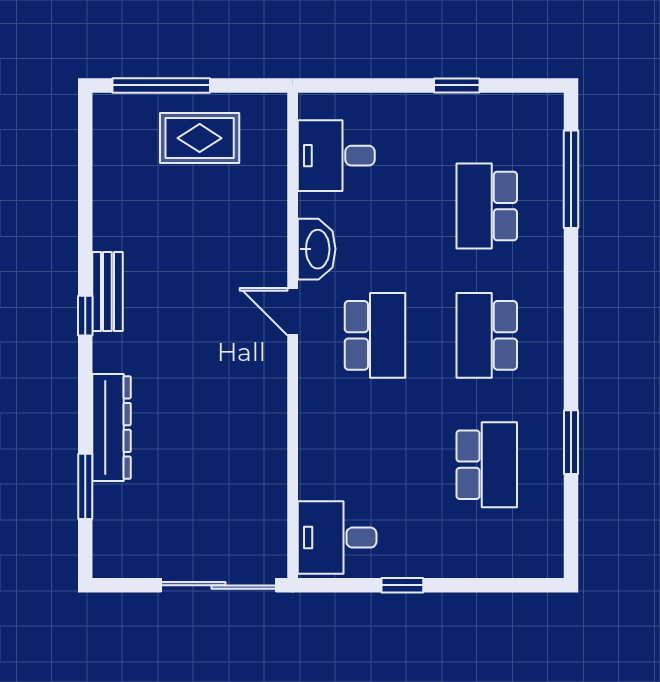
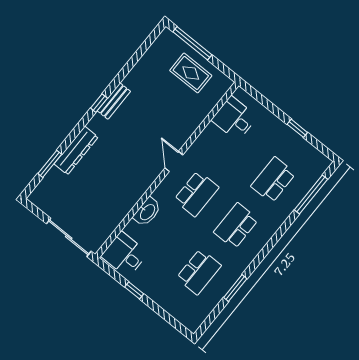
washbasin: (317, 249) -> (147, 212), moved

